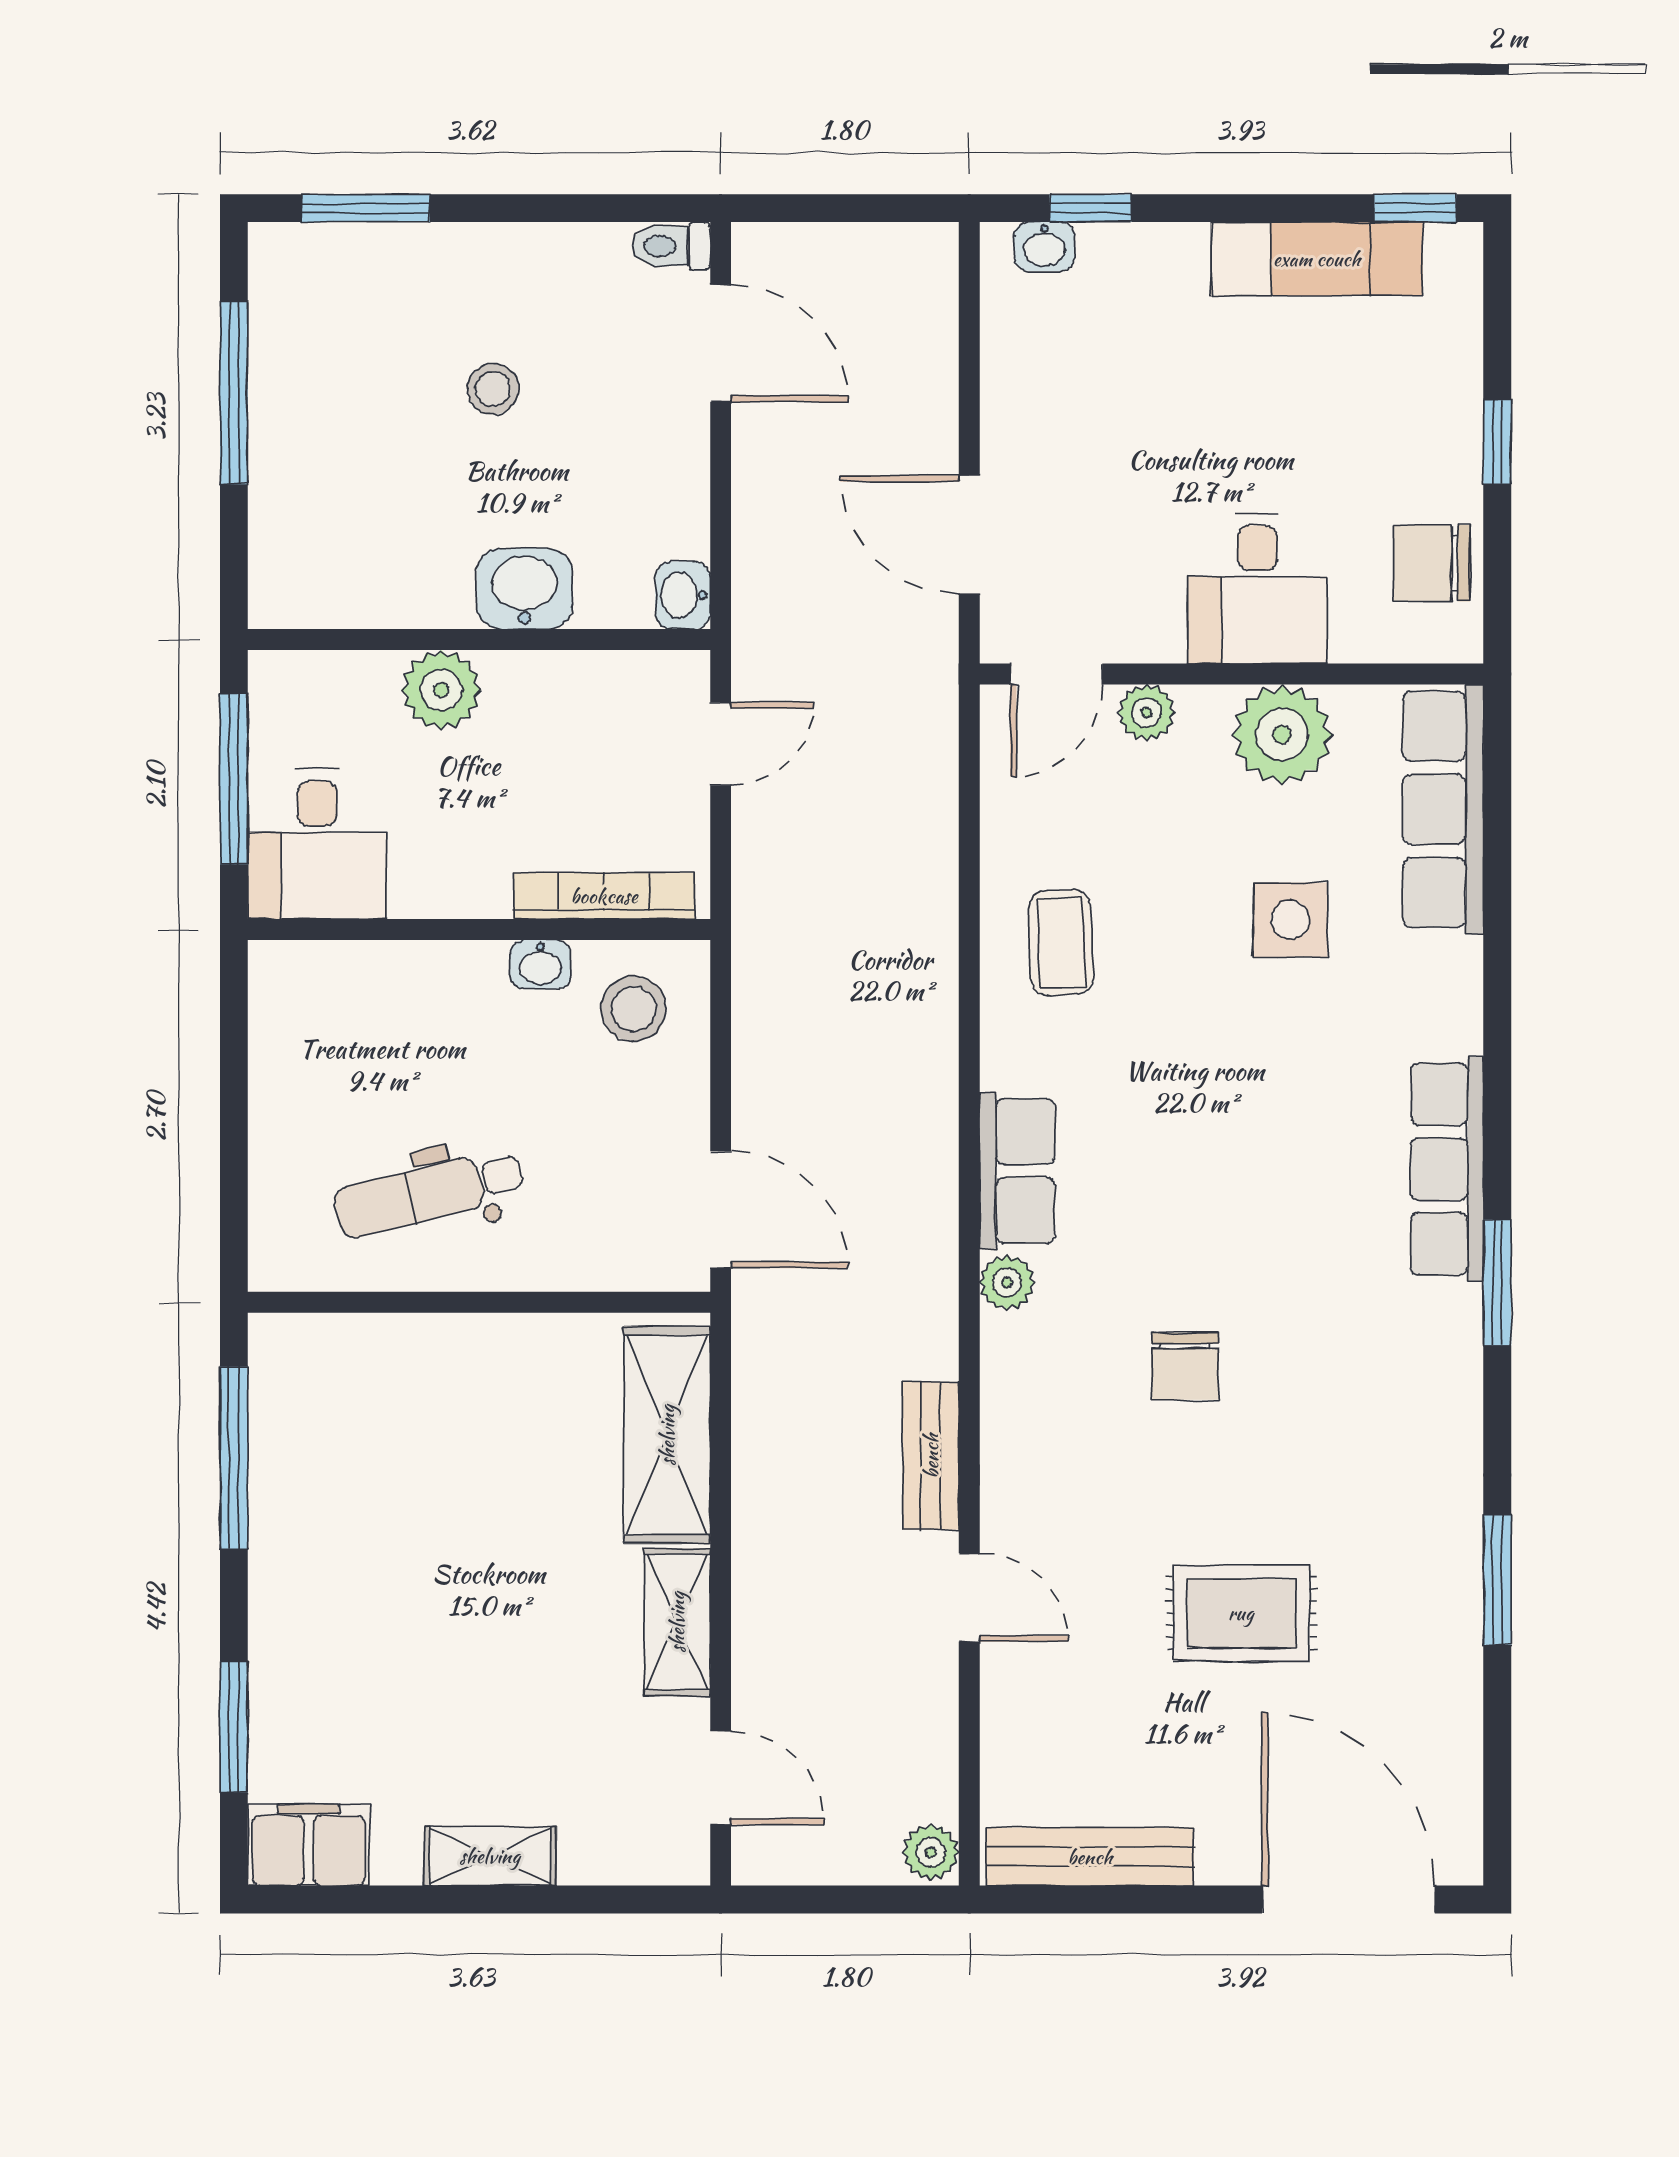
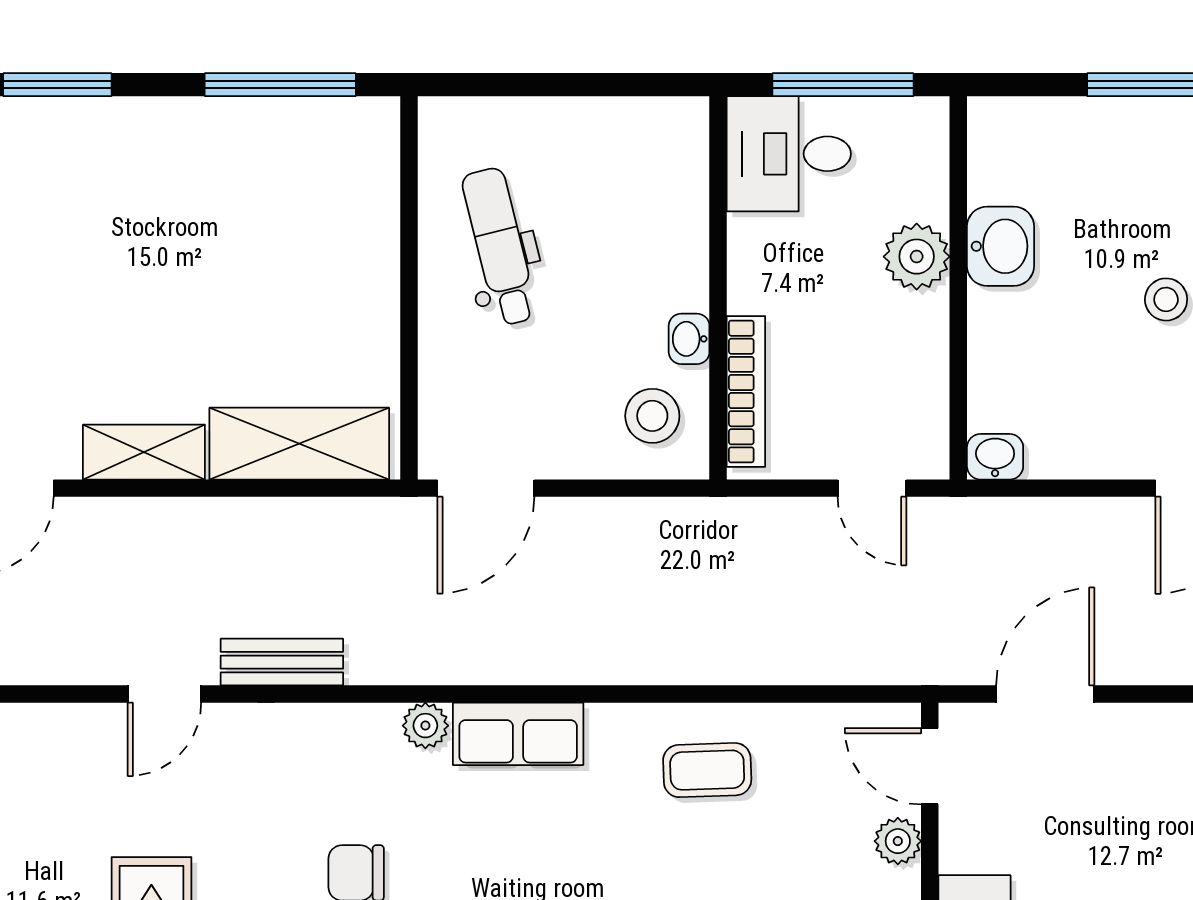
washbasin: (524, 589) -> (1000, 246), moved

